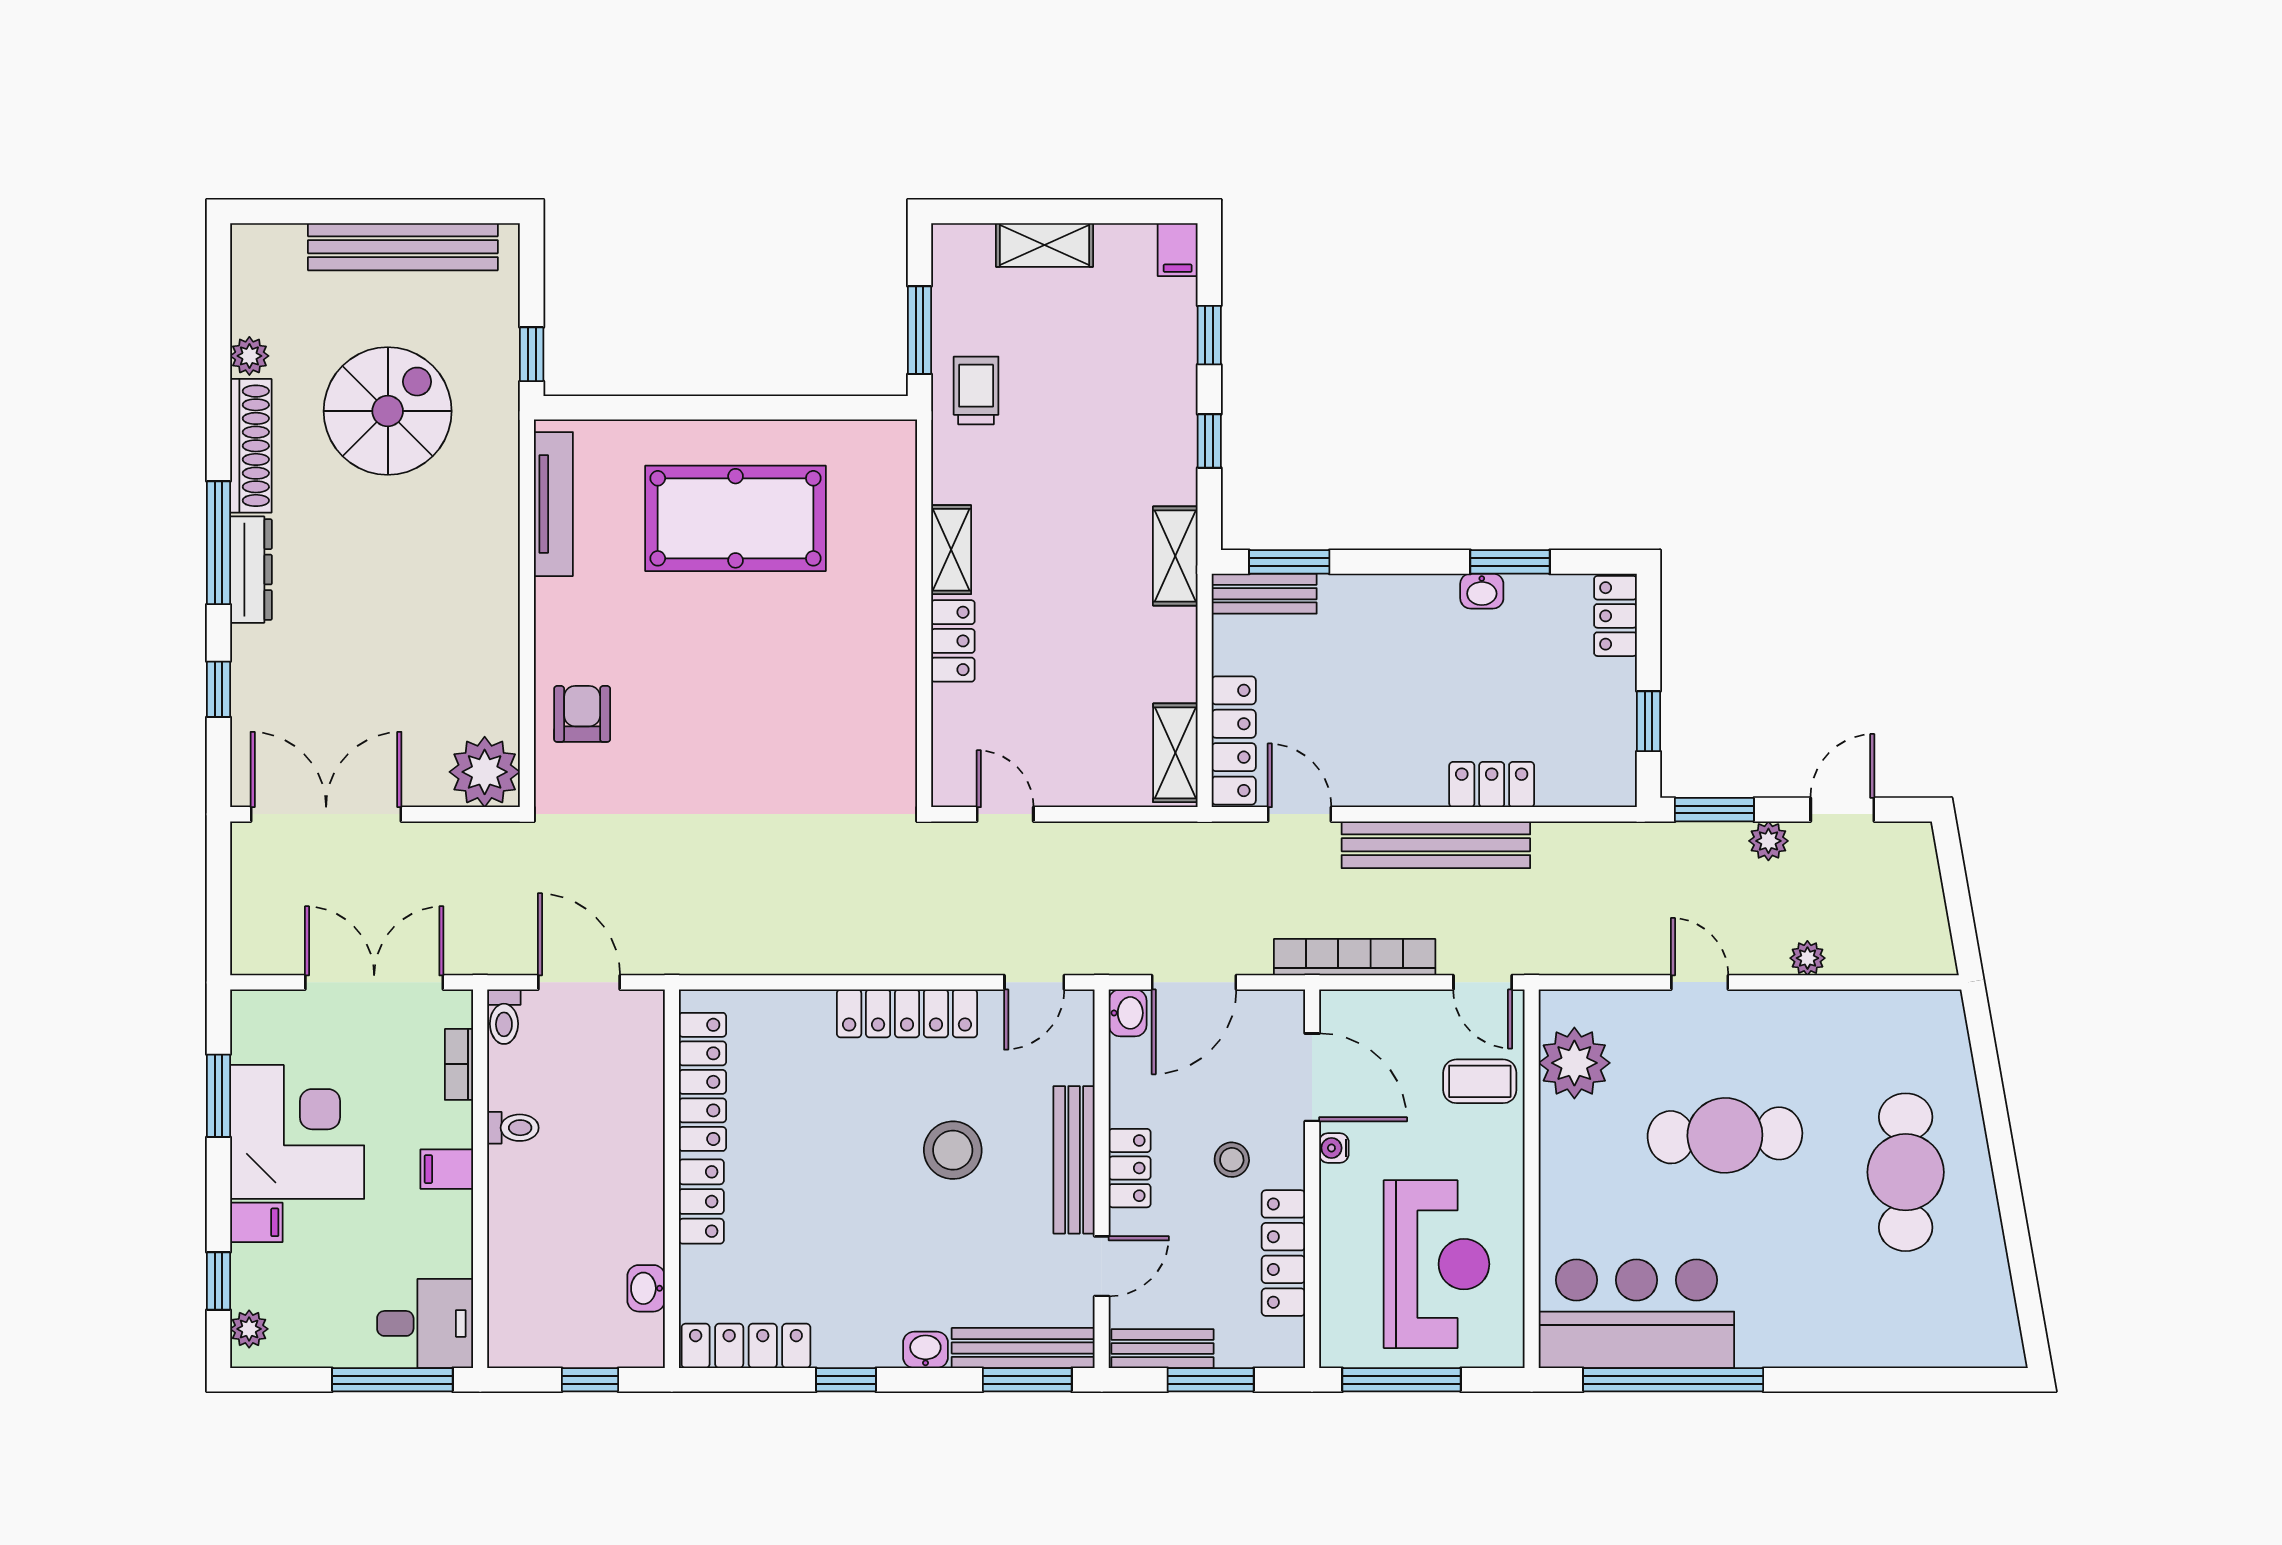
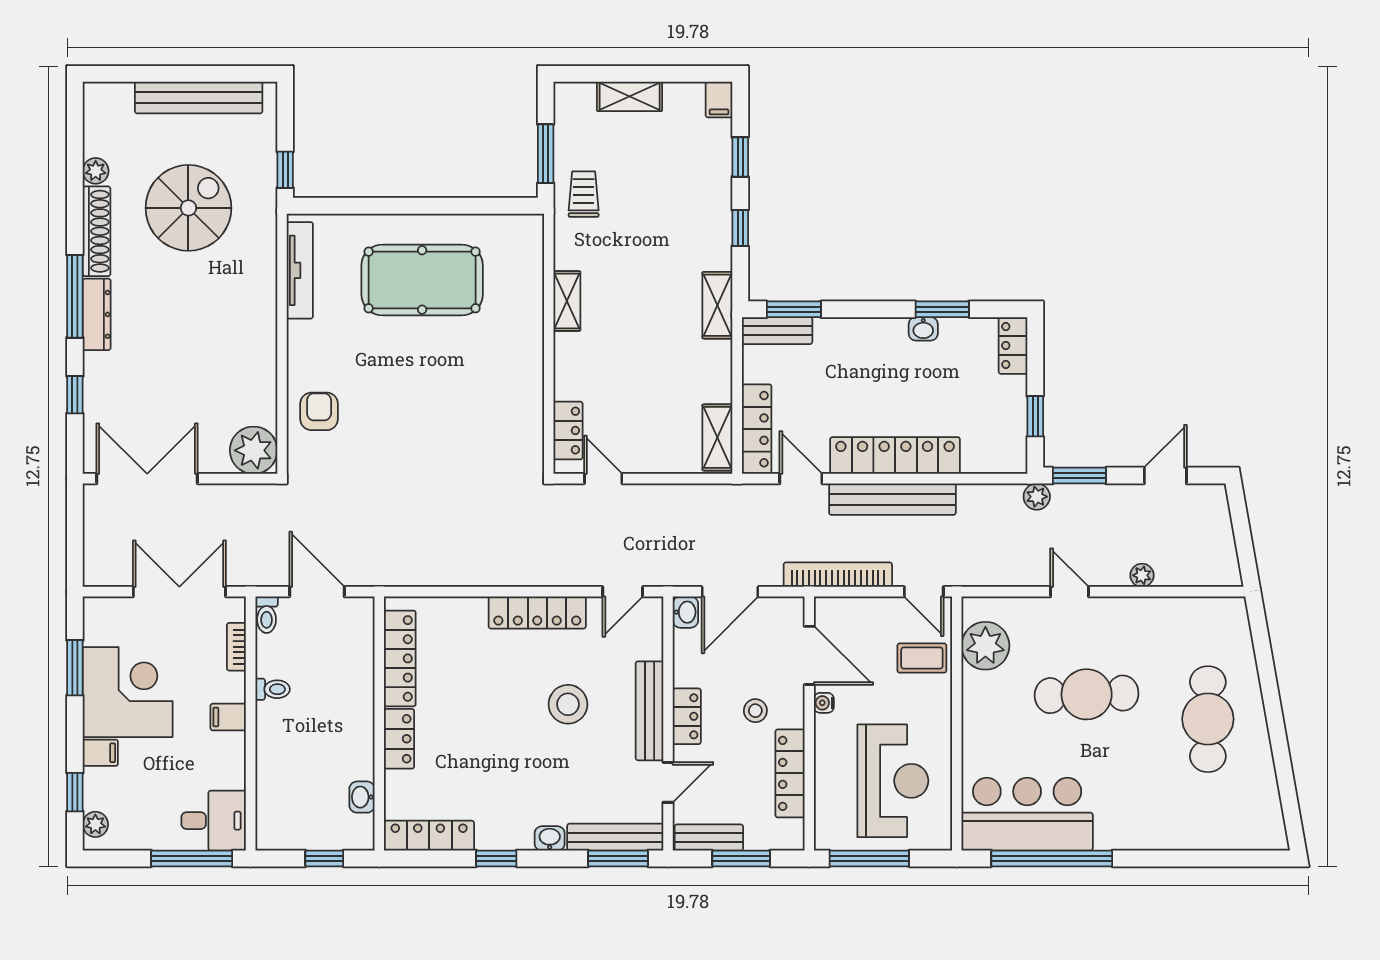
locker: (953, 641) -> (568, 430), moved
locker: (1492, 785) -> (895, 456), width x2.16, depth x1.21
plant: (1768, 841) -> (1037, 497), moved

